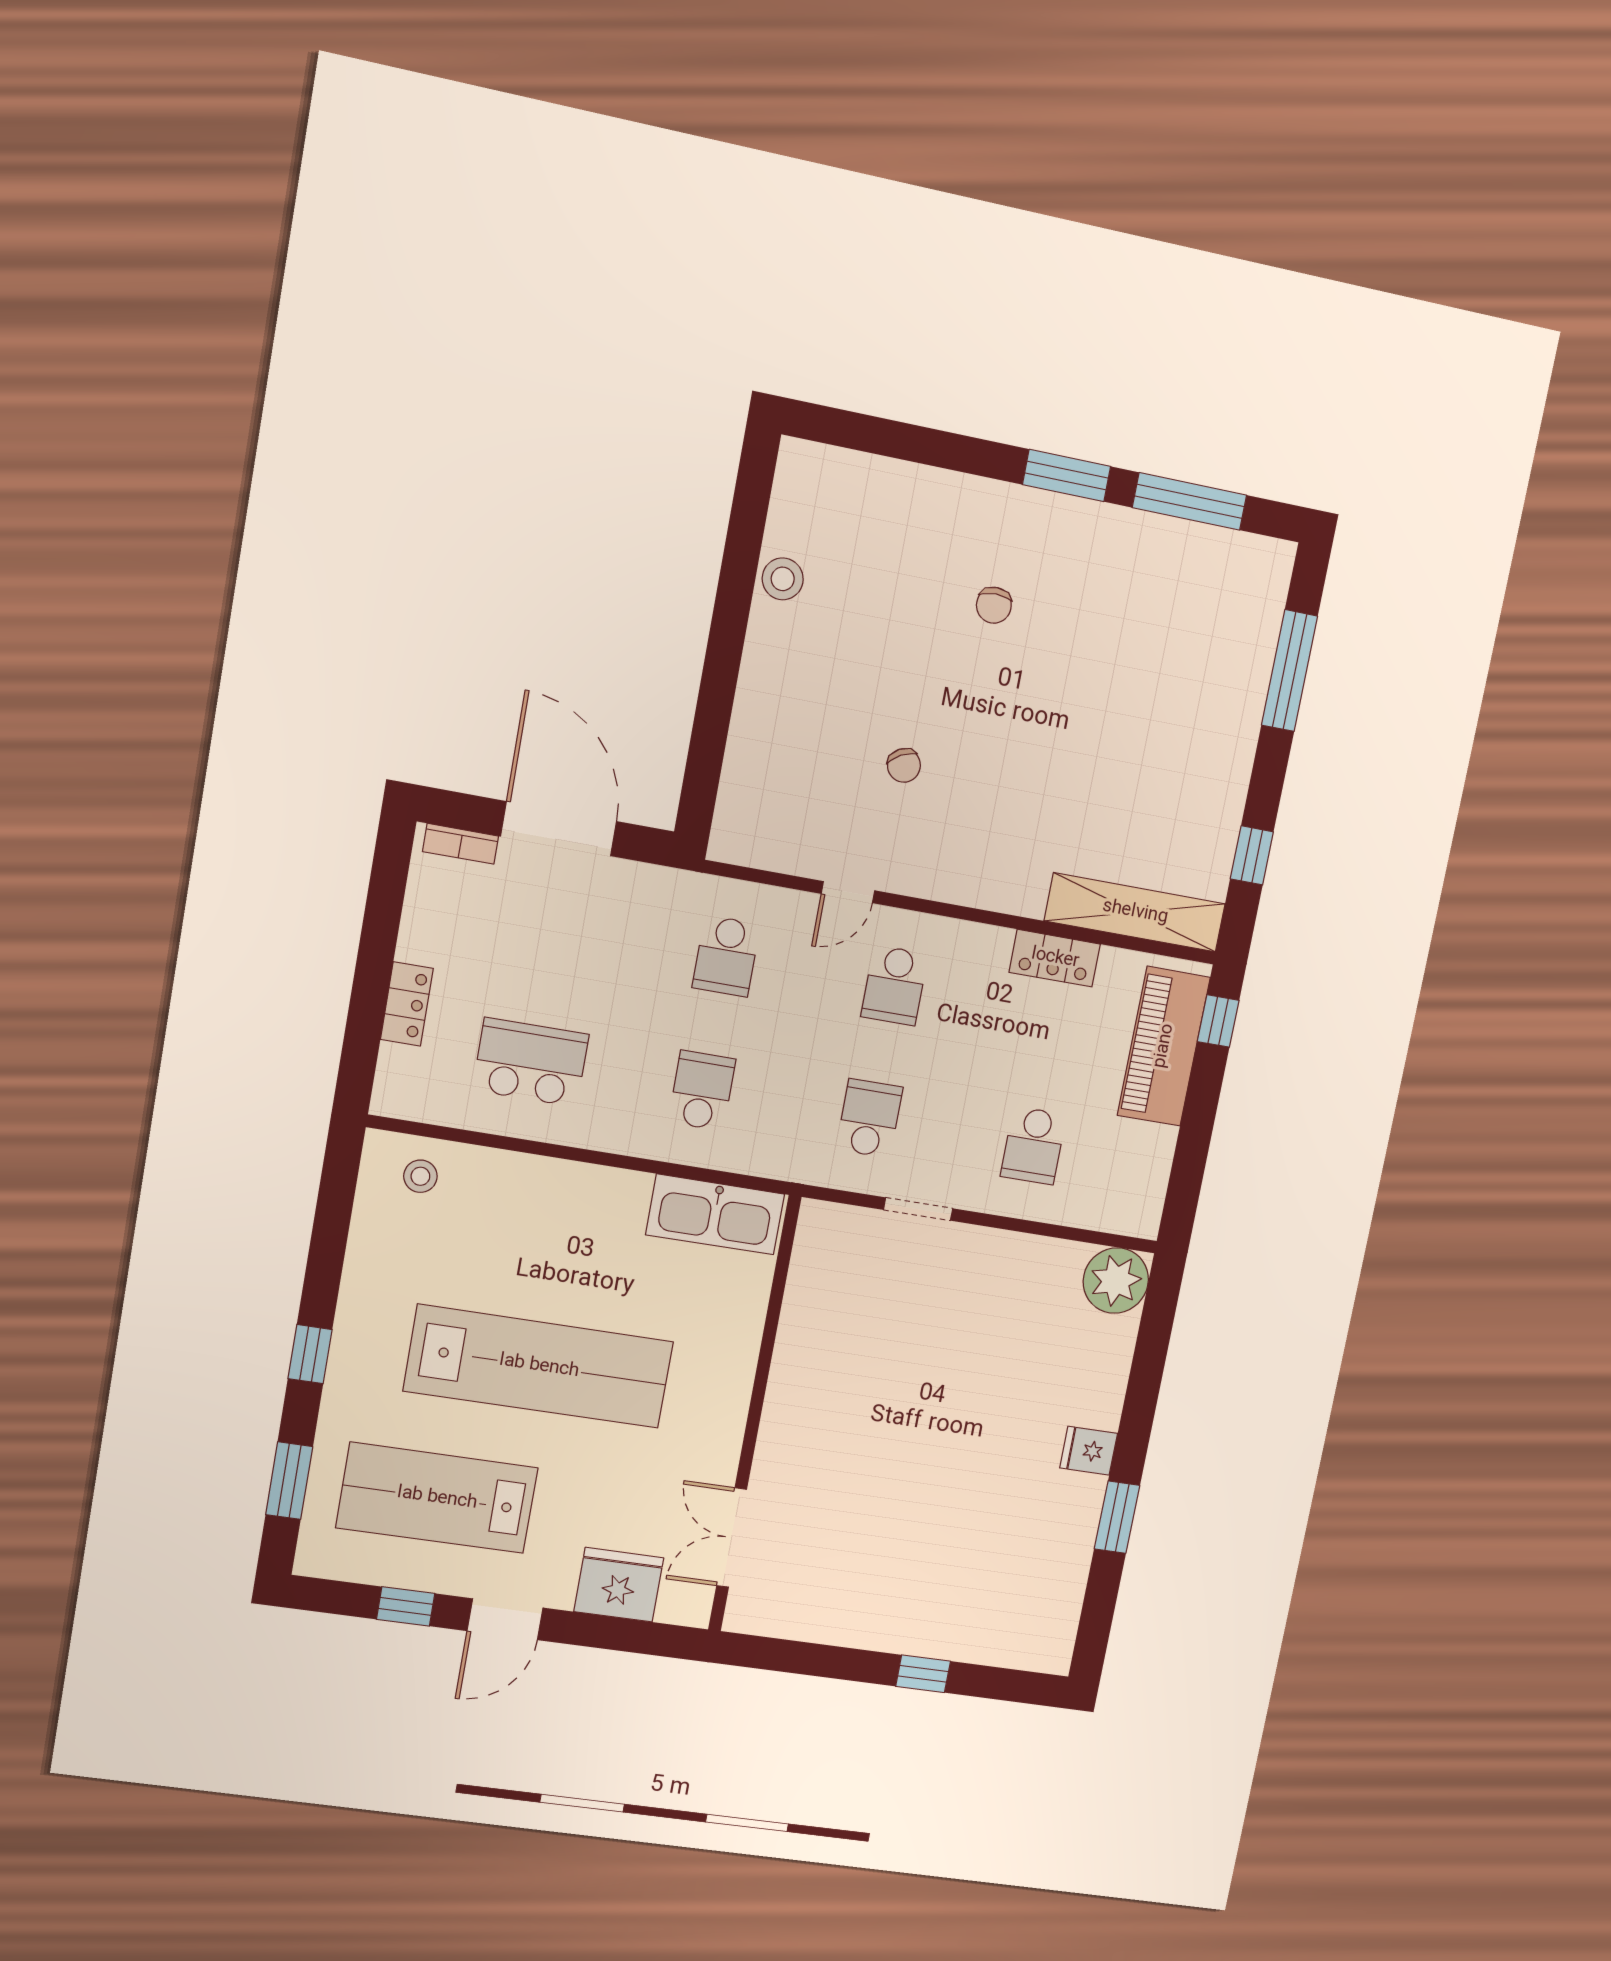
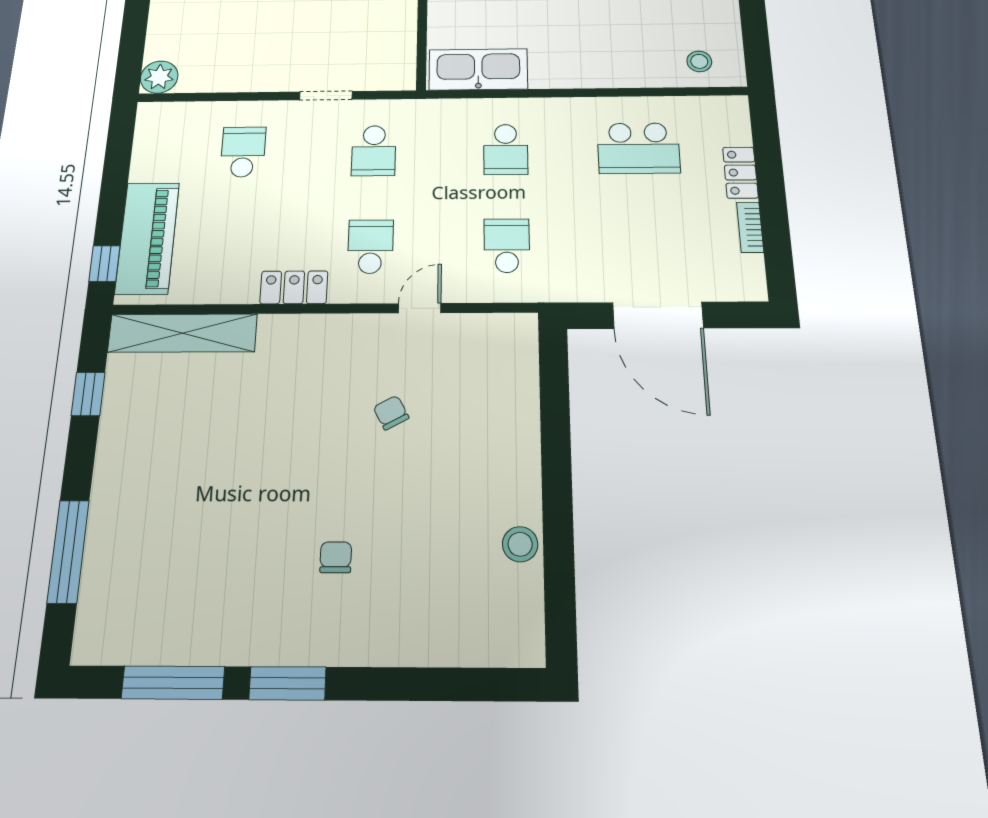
bookcase: (461, 844) -> (750, 227), moved, turned -90
locker: (1055, 958) -> (294, 287), moved
plant: (1116, 1281) -> (159, 77), width x0.73, depth x0.73

